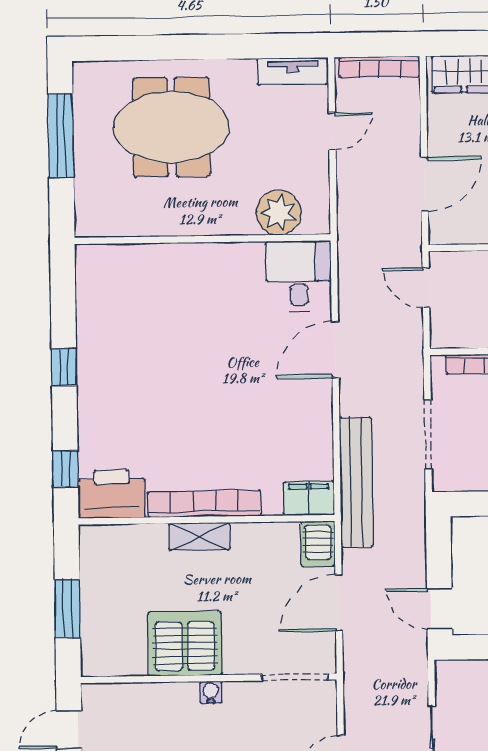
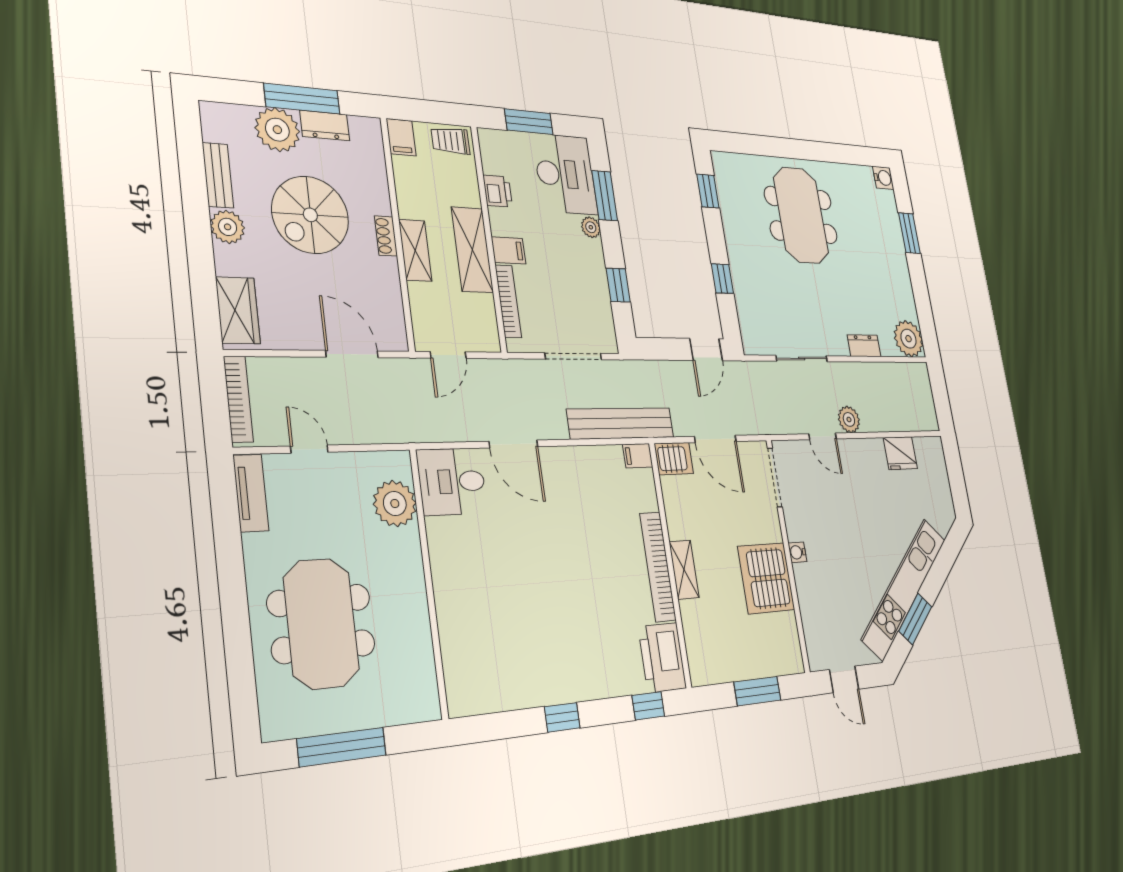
filing cabinet: (309, 498) -> (638, 456), width x0.50

